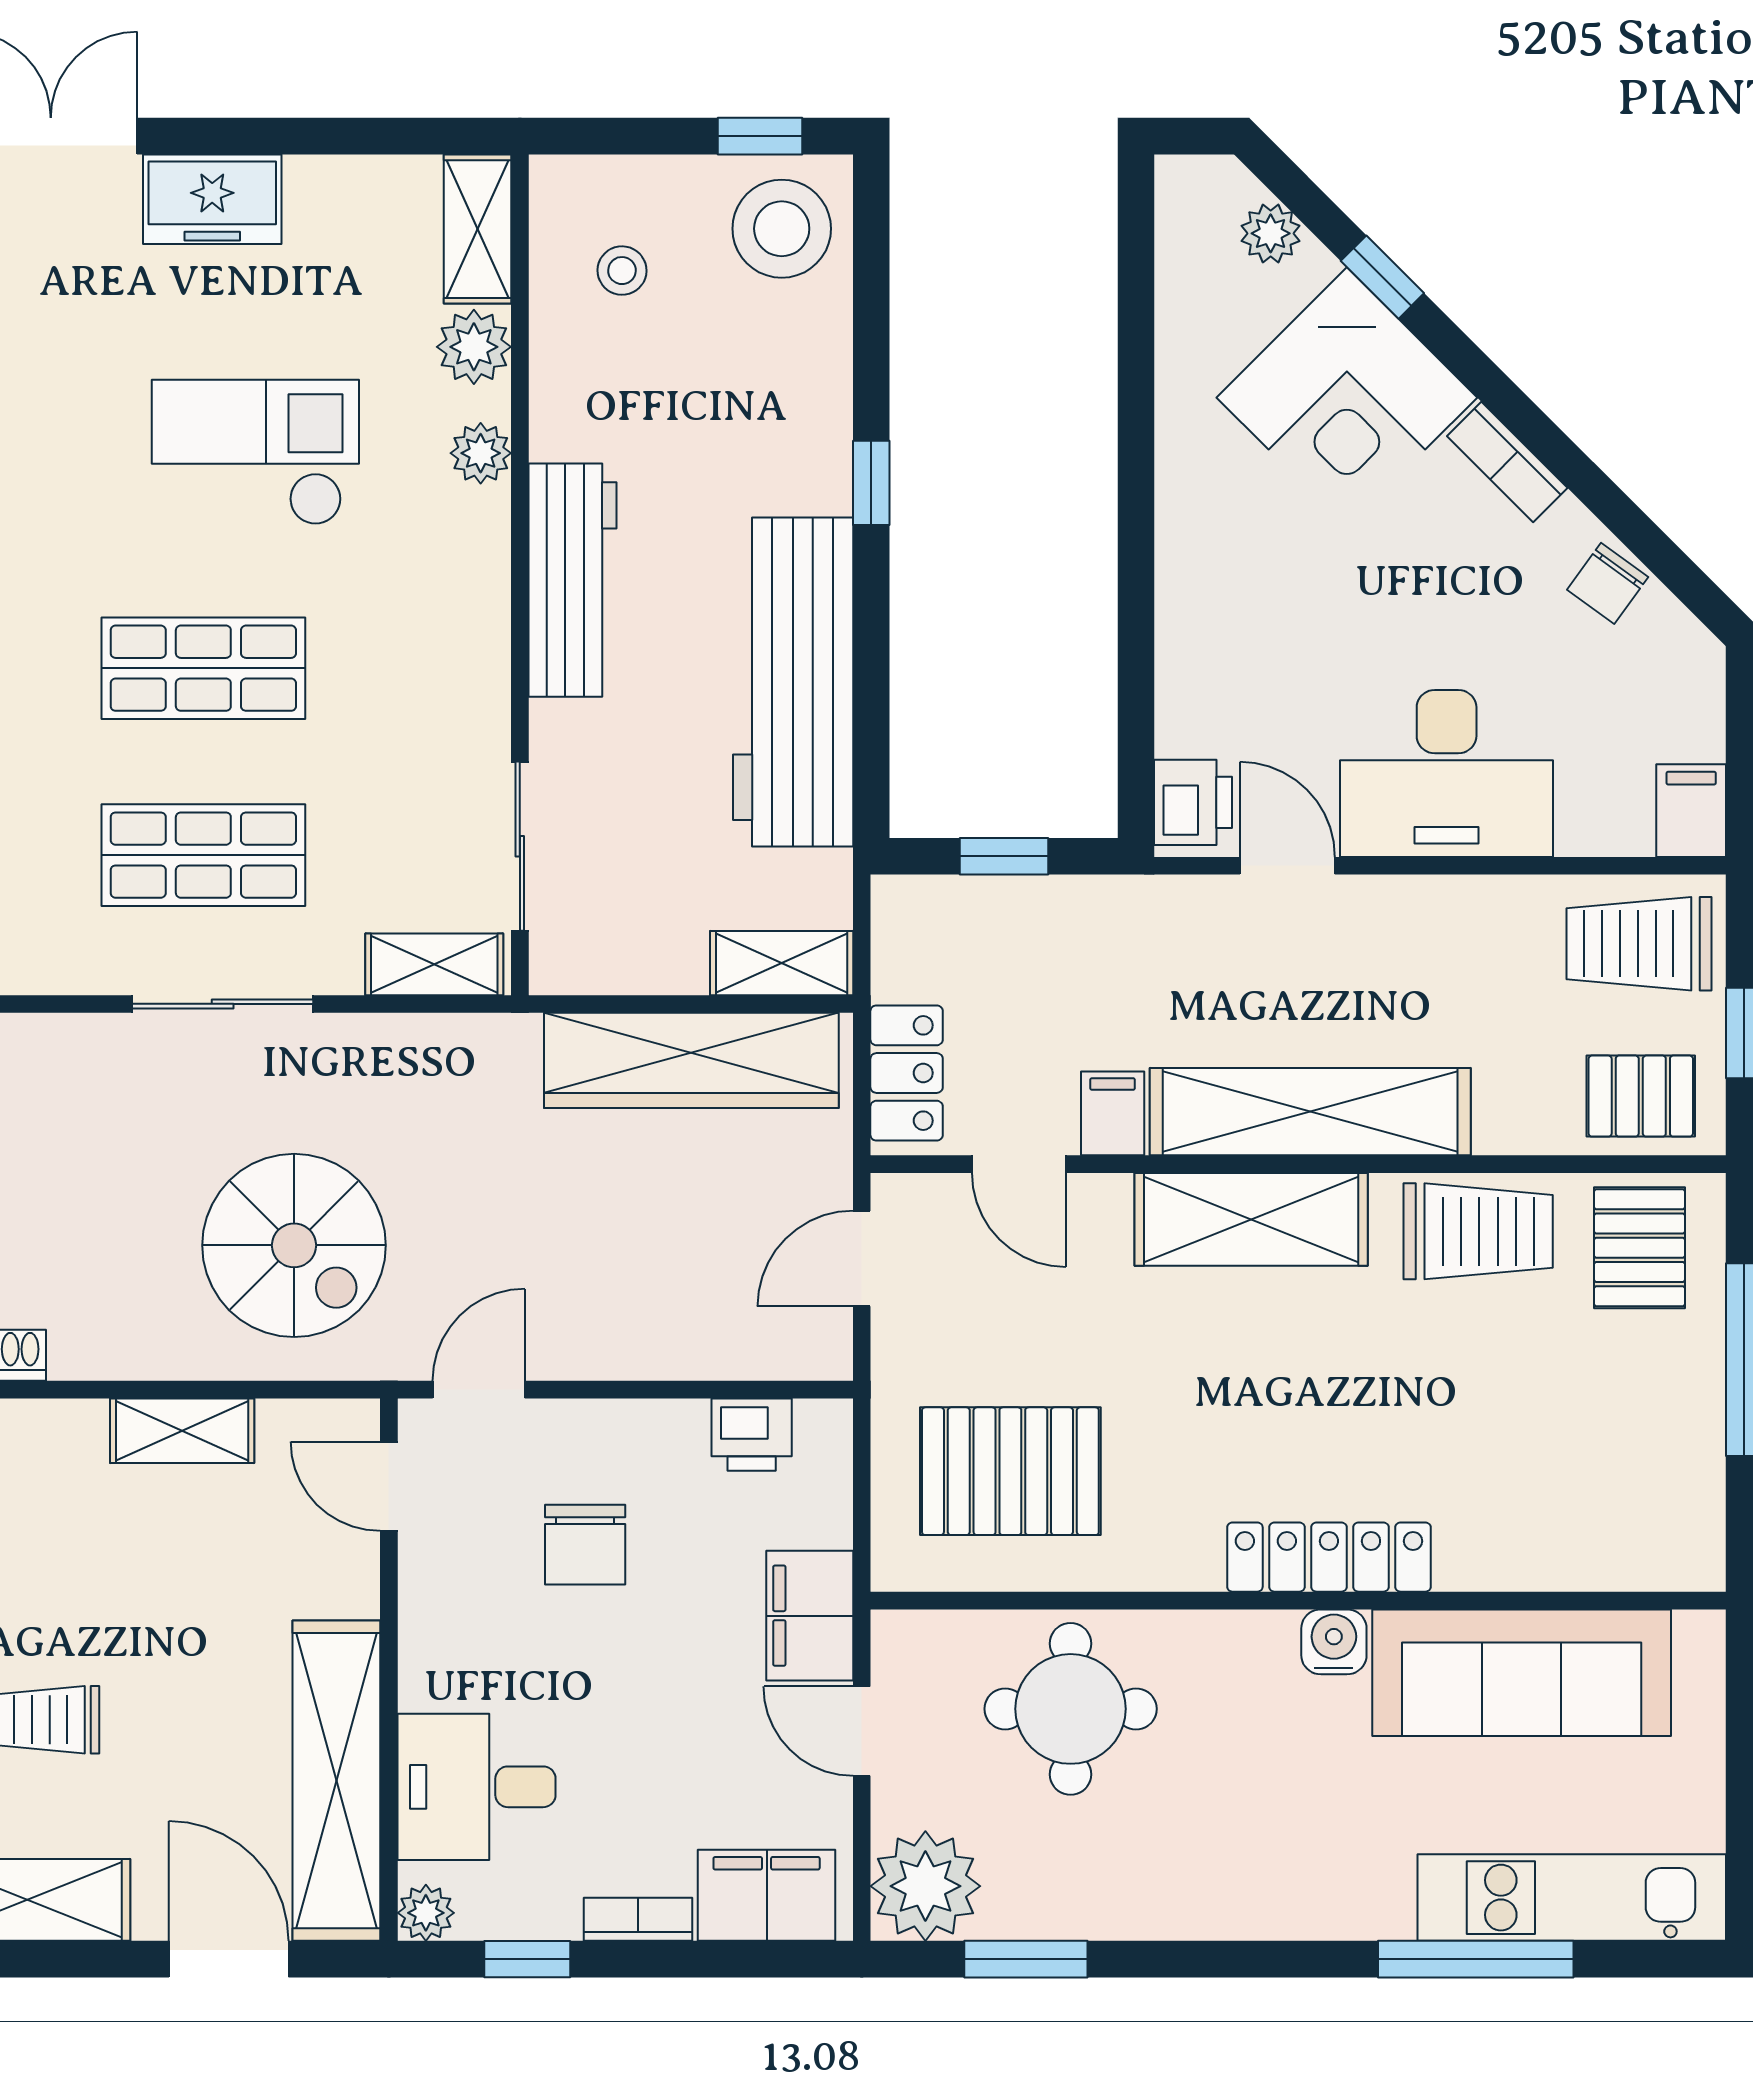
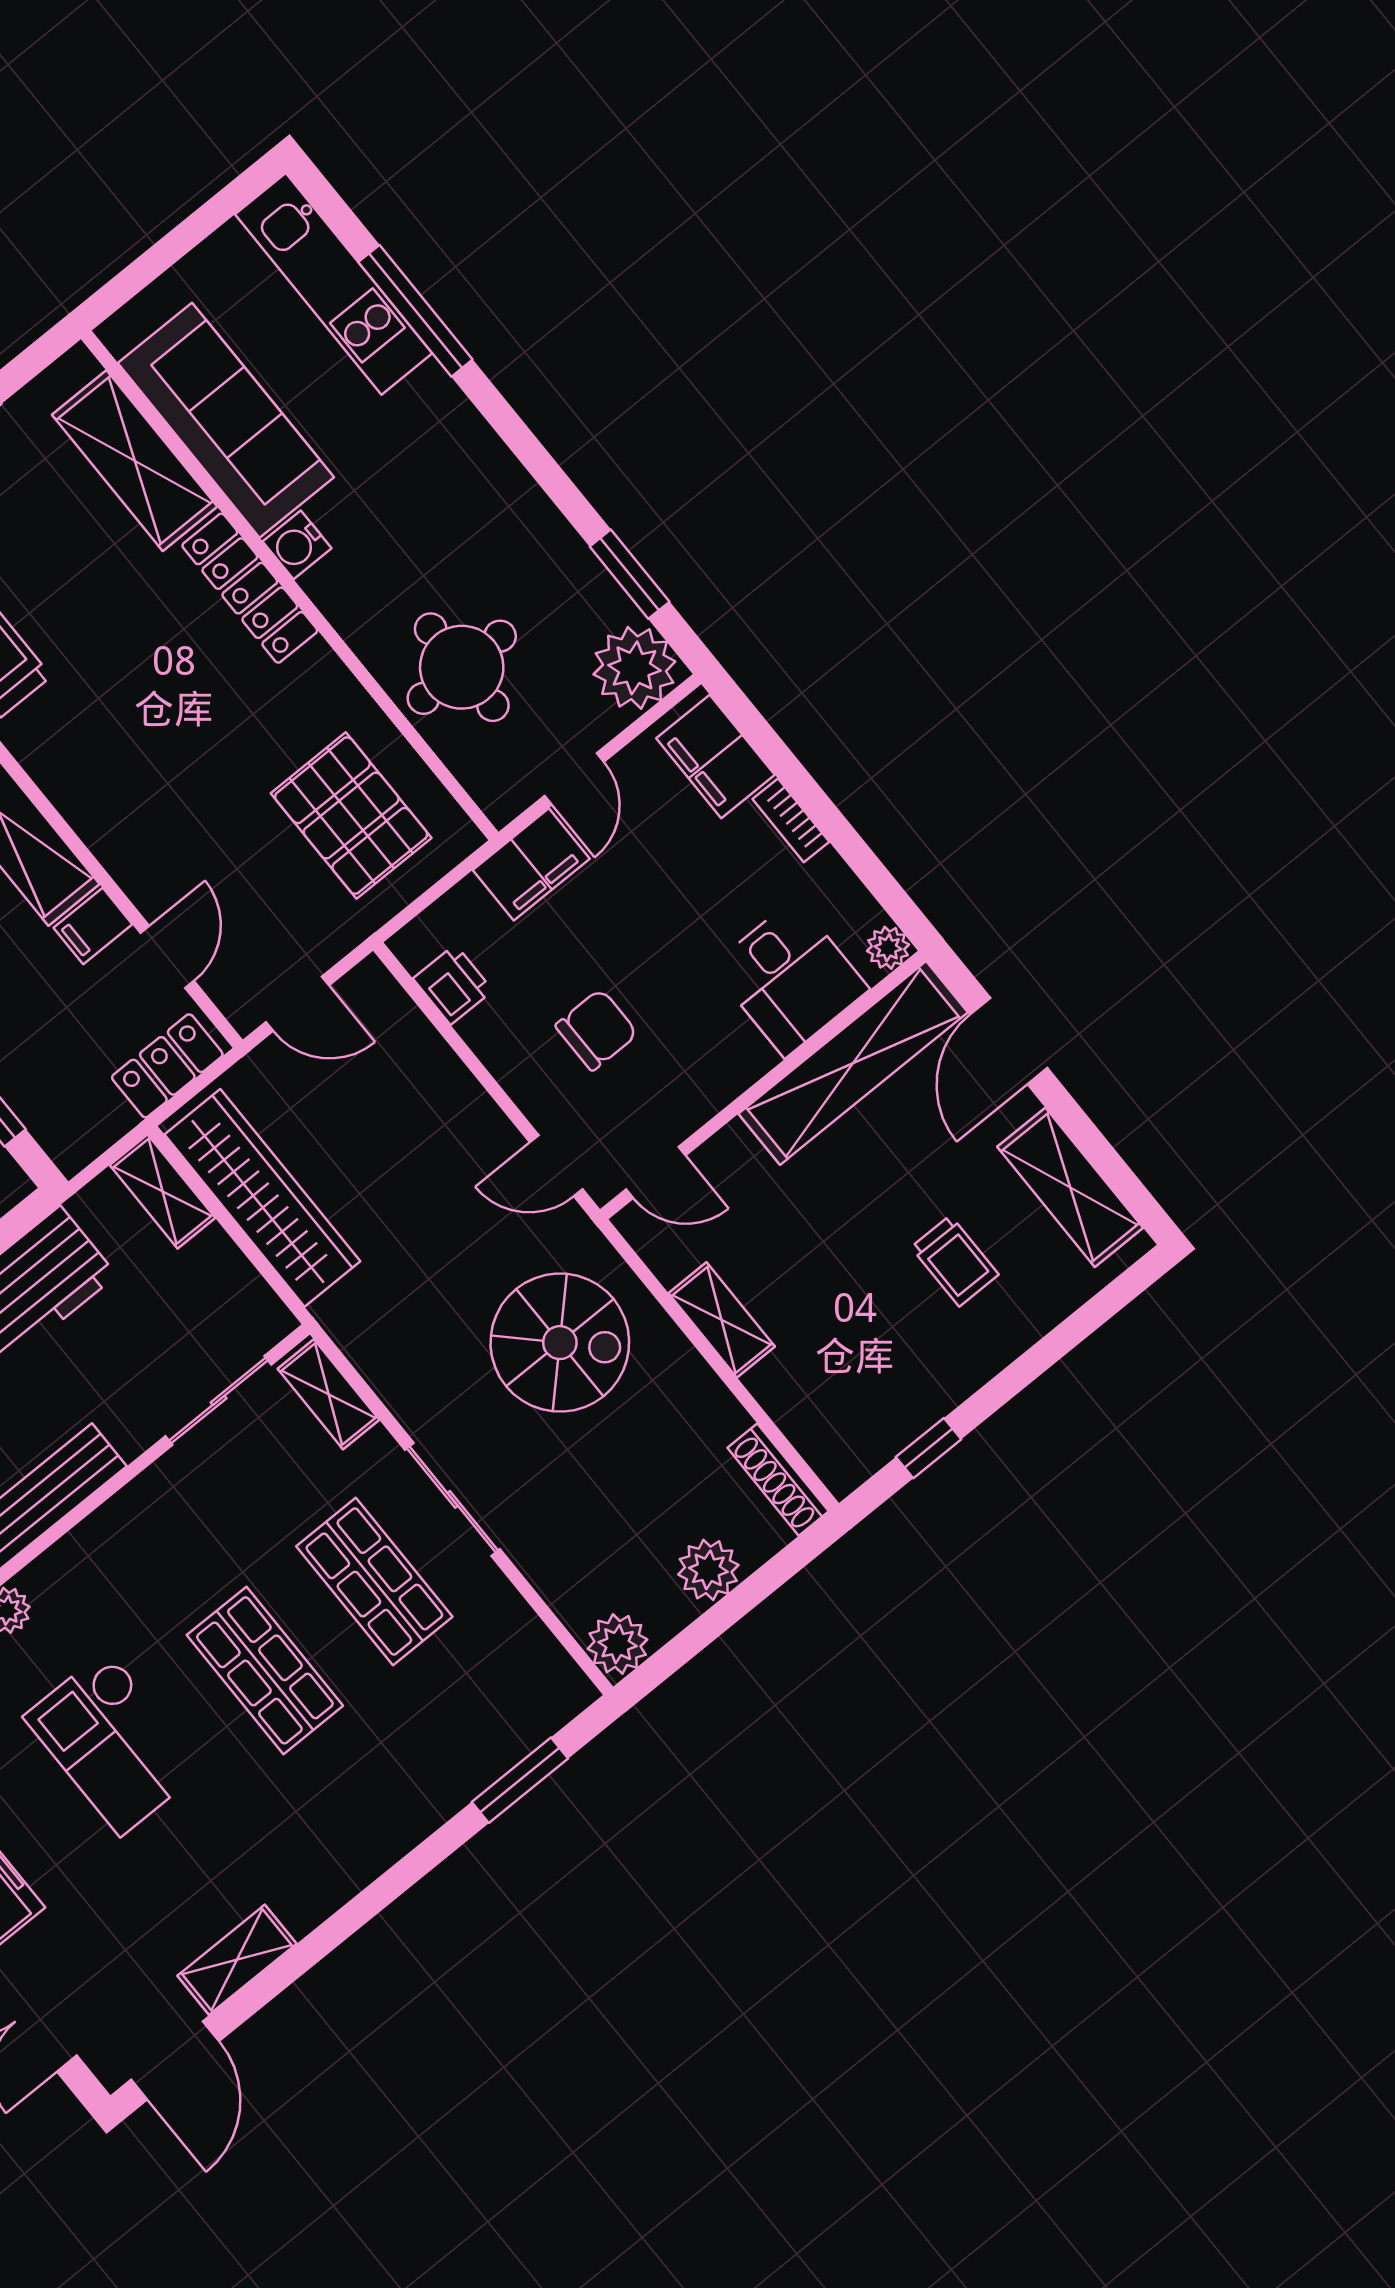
shelving: (1251, 1219) -> (135, 461), moved
spiral stairs: (294, 1245) -> (560, 1343), turned 90
door: (389, 1486) -> (656, 1172), hinge flipped
window: (527, 1959) -> (867, 866), removed

